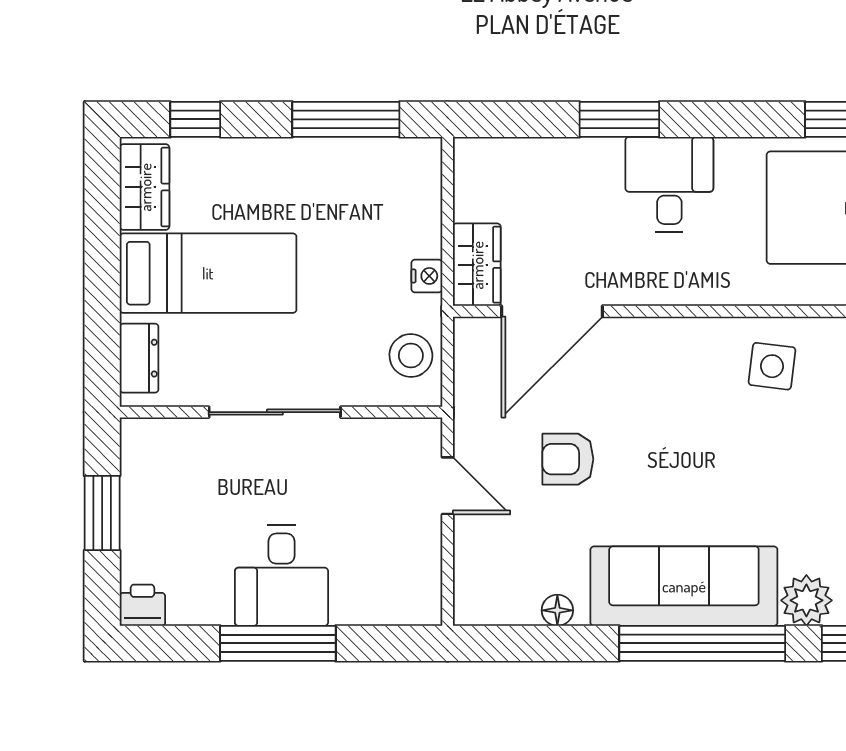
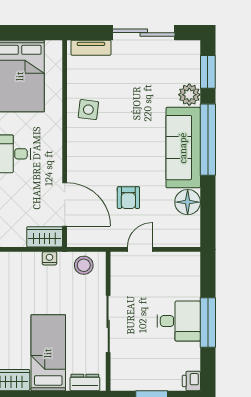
floor lamp: (557, 610) -> (188, 202), width x1.89, depth x1.89

